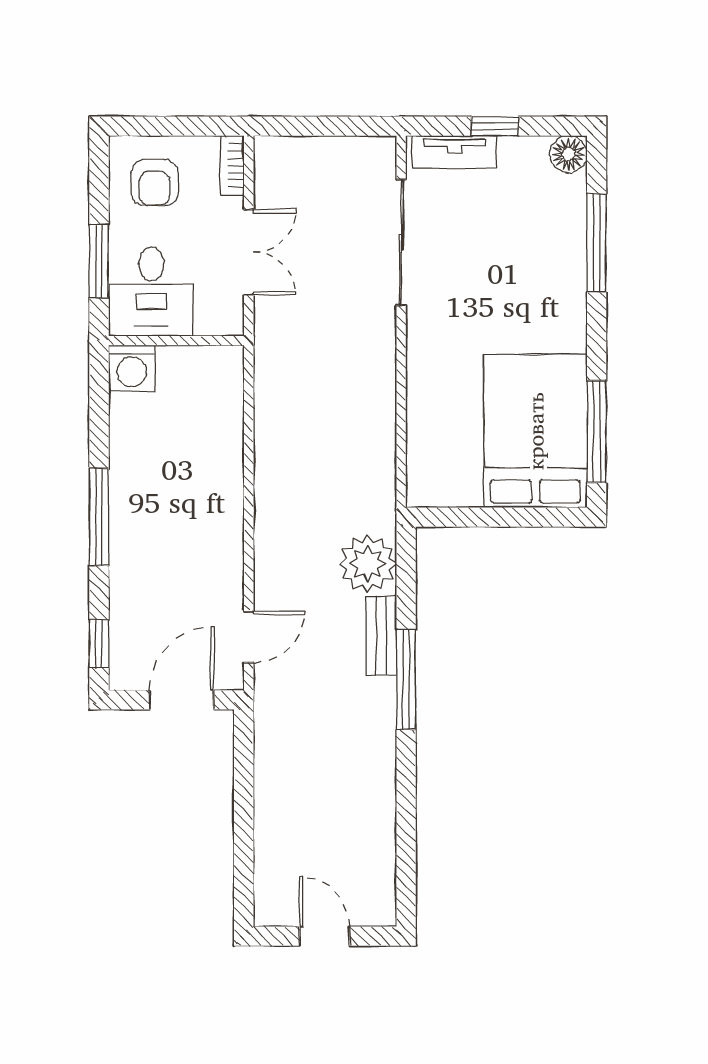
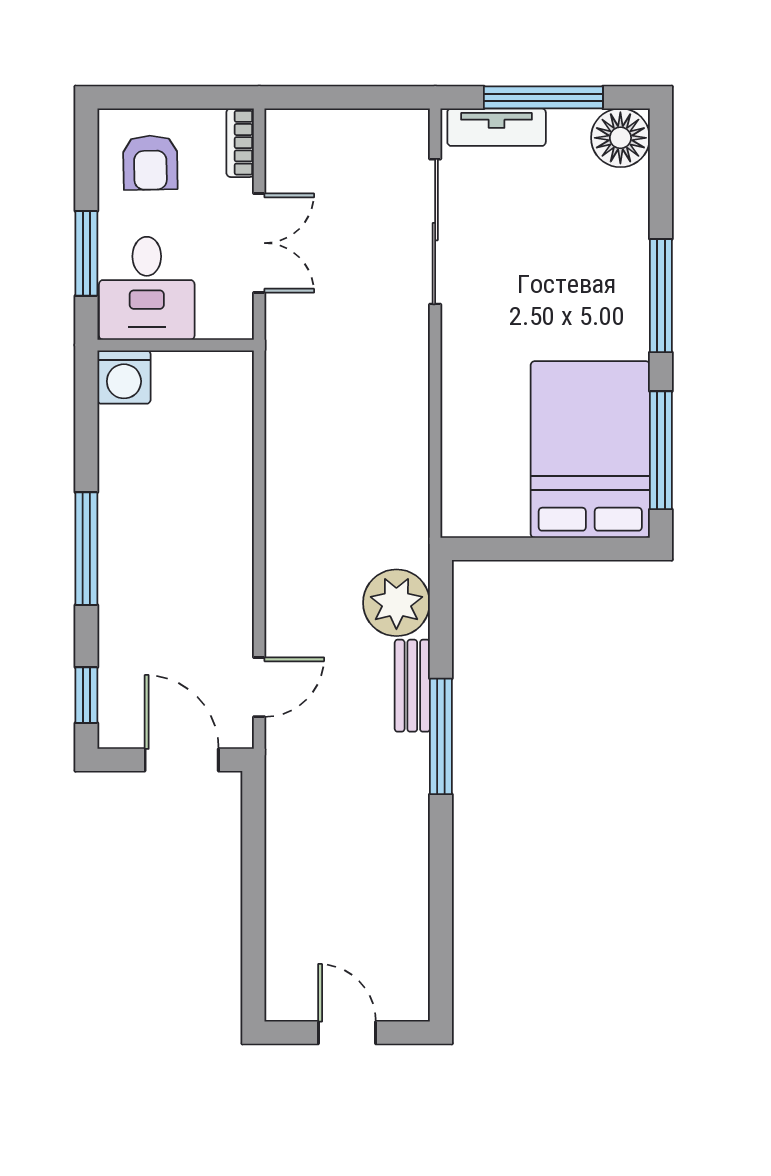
window: (495, 126) -> (543, 97), width x2.17
floor lamp: (569, 154) -> (620, 138), width x1.38, depth x1.38
window: (597, 243) -> (661, 296), moved
door: (182, 700) -> (182, 760), hinge flipped

